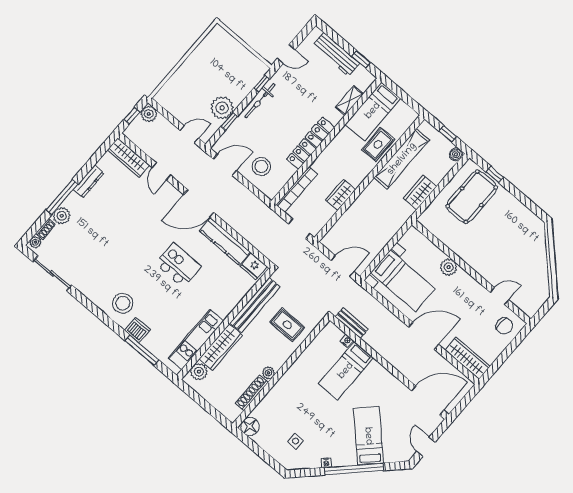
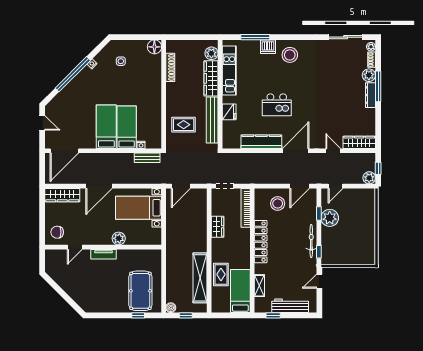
dresser: (89, 181) -> (370, 95), moved
wardrobe: (420, 192) -> (173, 268), removed
tv unit: (477, 265) -> (104, 254), added
fridge: (254, 266) -> (229, 112), moved, turned 90
plant: (268, 373) -> (170, 87), removed
bed: (368, 436) -> (106, 127), moved, turned -135

